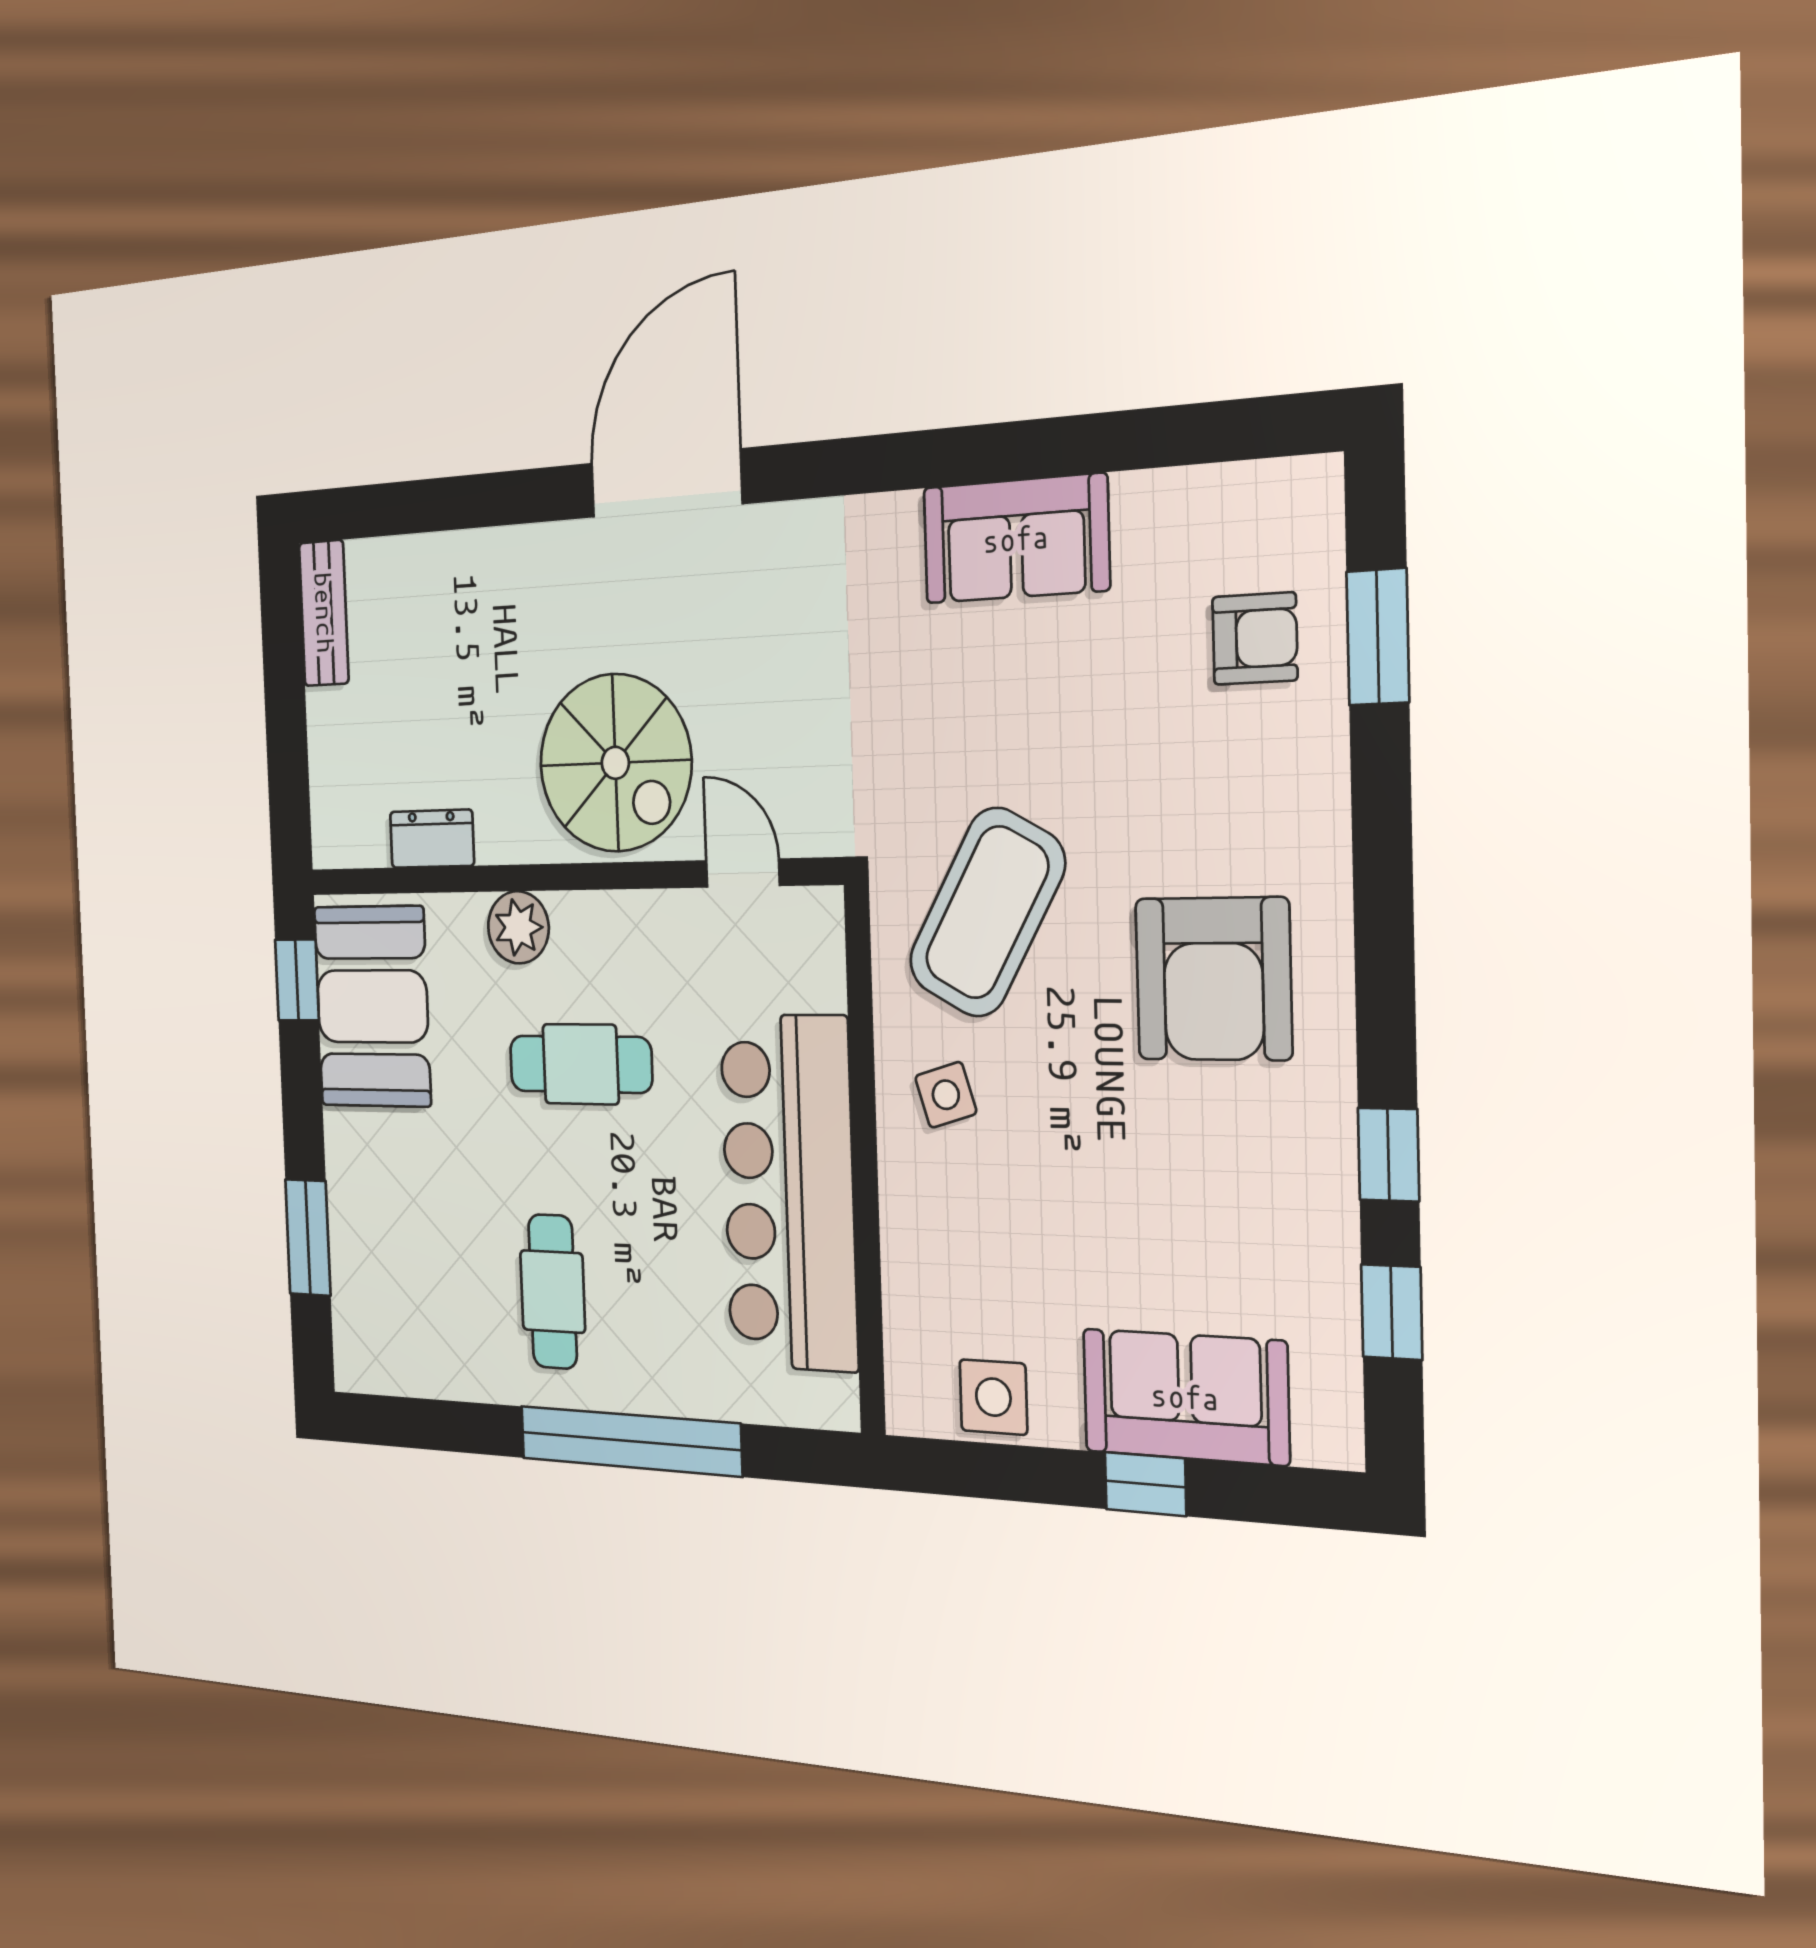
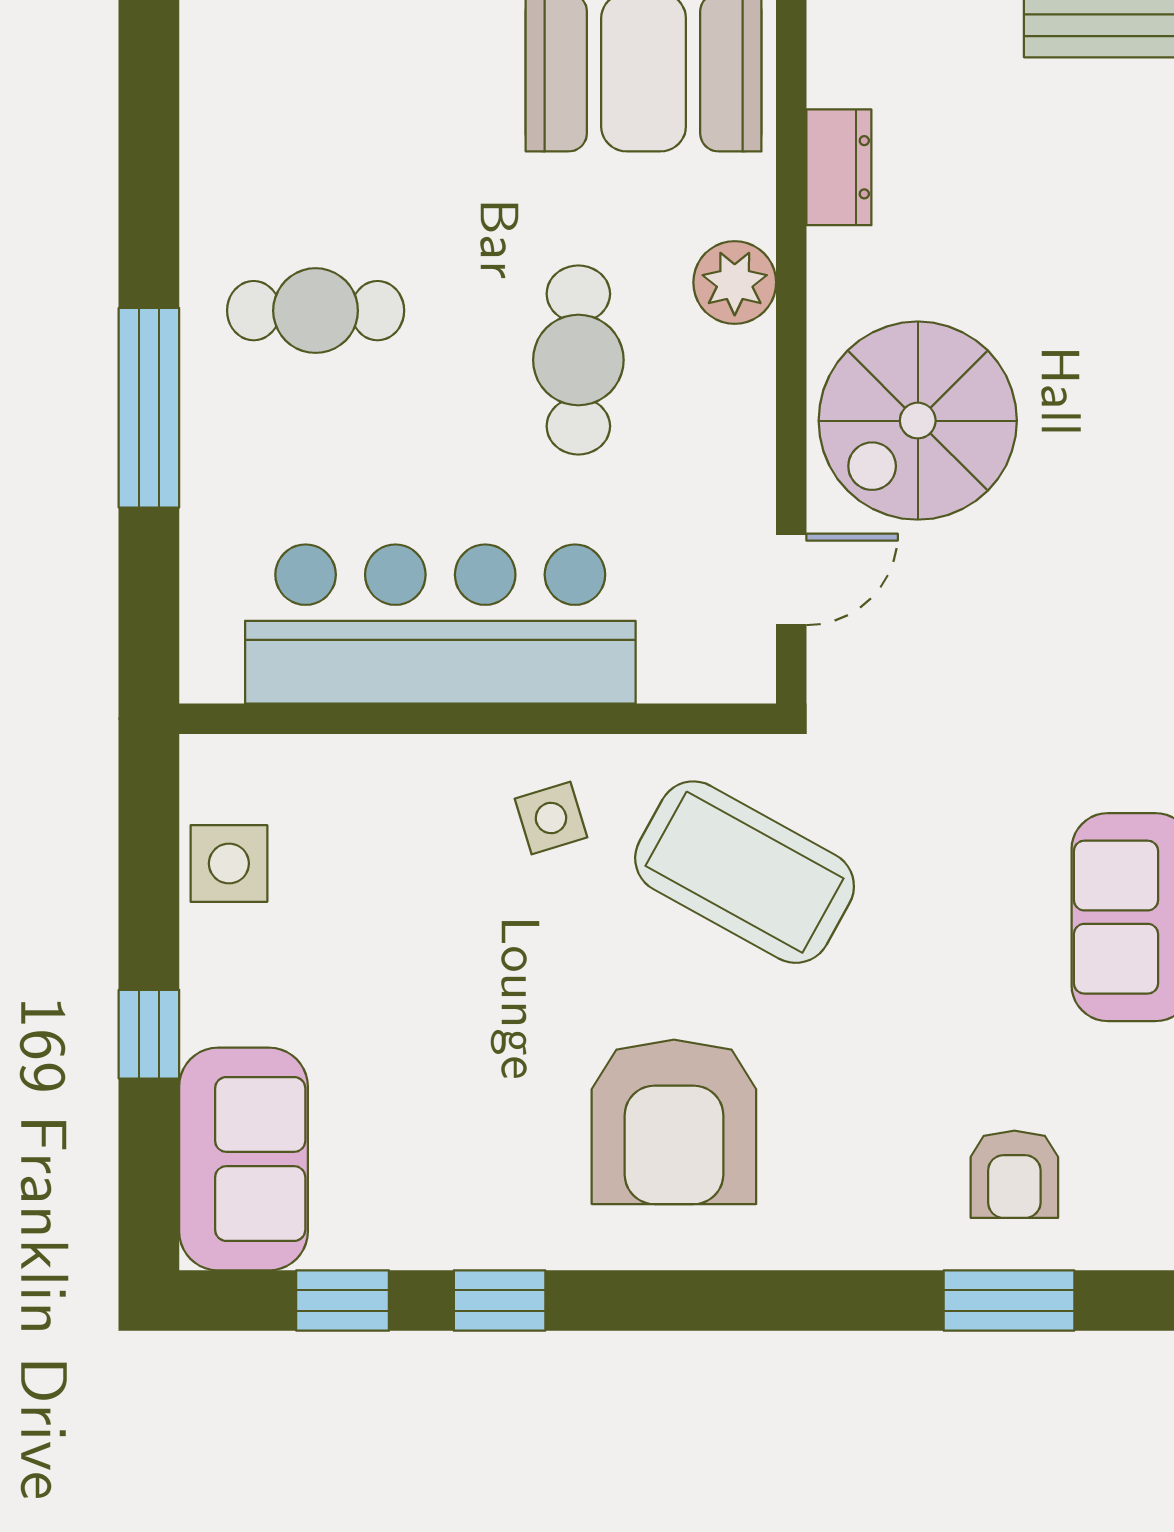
armchair: (1213, 979) -> (674, 1122), turned -90
sofa: (1185, 1397) -> (243, 1159), moved
window: (630, 1441) -> (149, 408), width x0.68

